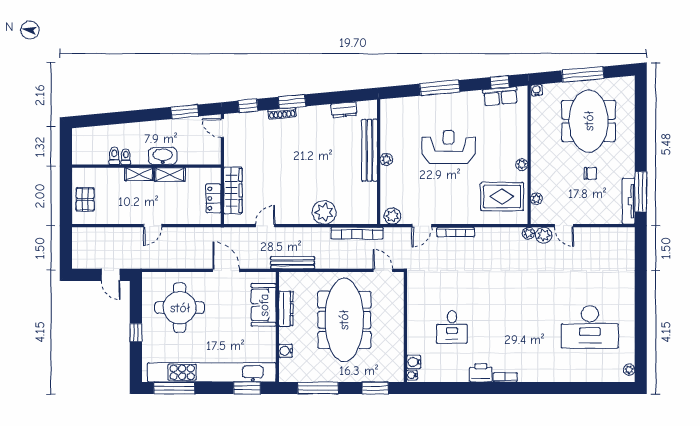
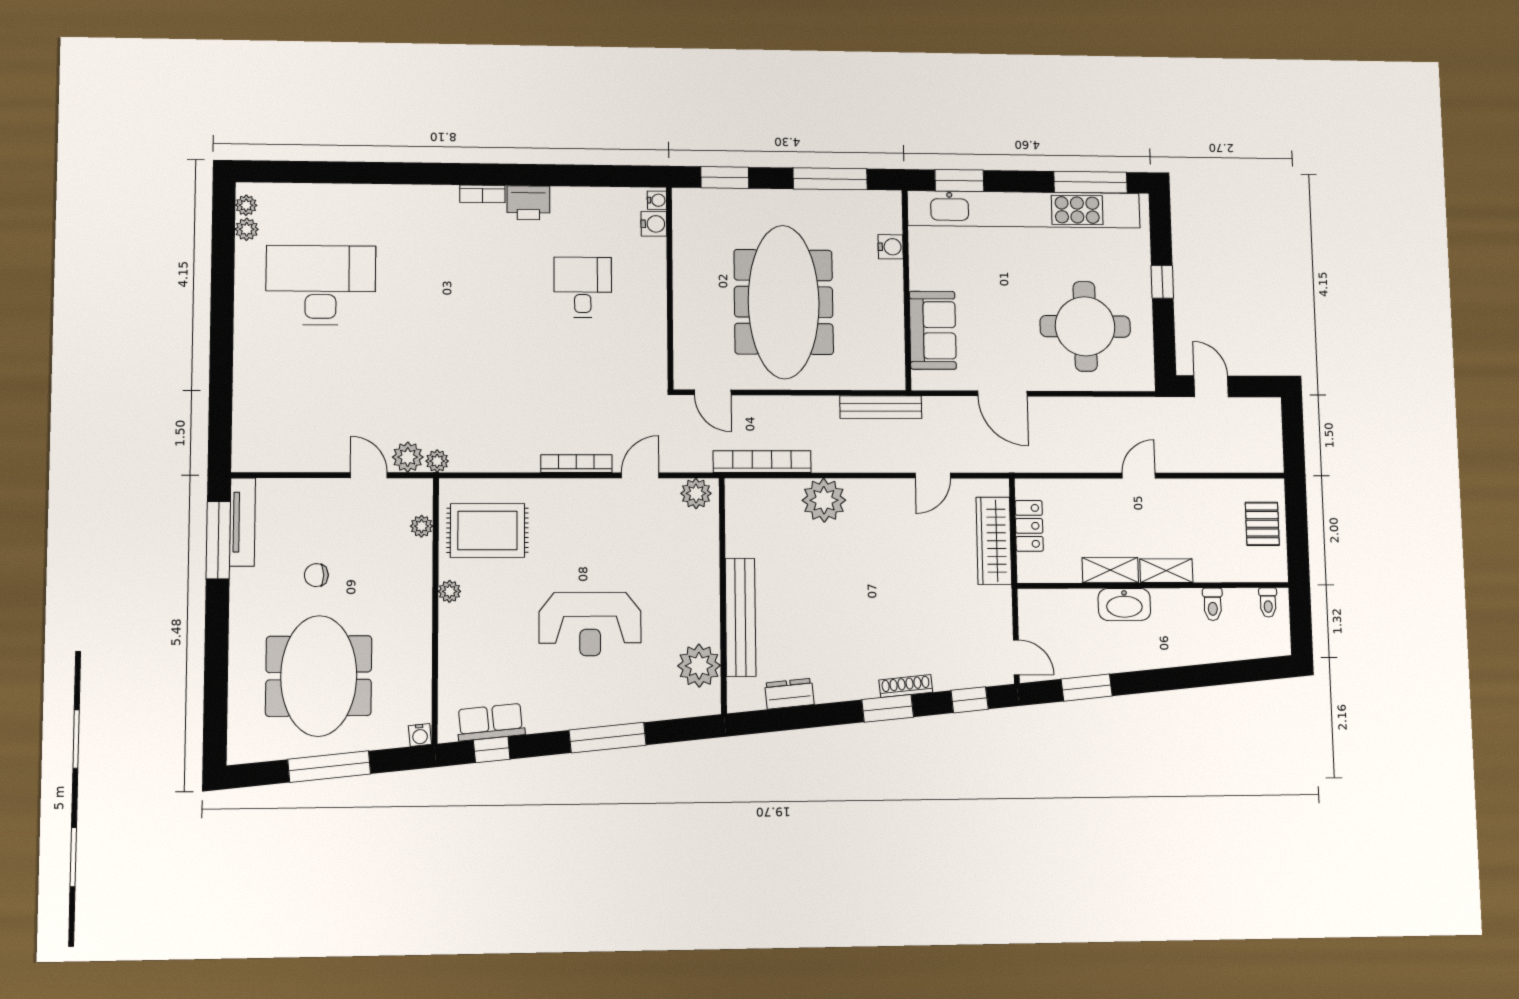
toilet: (126, 157) -> (1268, 602), moved
plant: (386, 159) -> (699, 666), moved, width x1.88, depth x1.88
dresser: (286, 309) -> (892, 323), removed
plant: (629, 357) -> (247, 229), added

